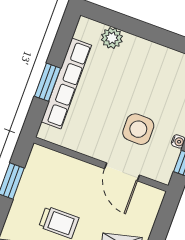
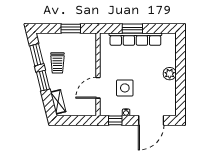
plant: (112, 38) -> (170, 74), moved

